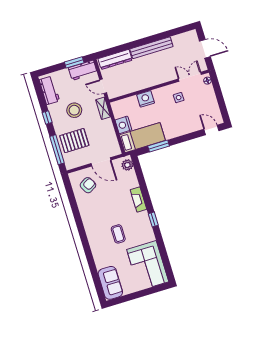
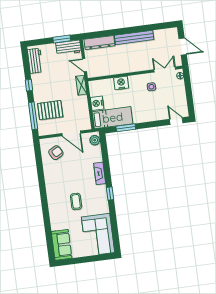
stool: (74, 110) -> (55, 83), removed

